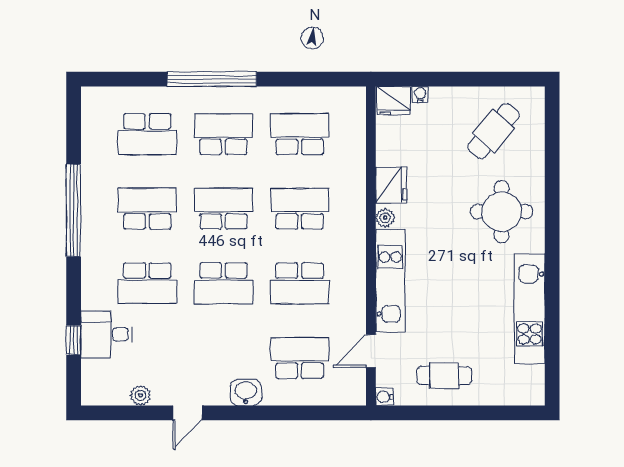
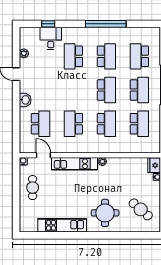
fridge: (391, 185) -> (117, 164), removed
school desk: (223, 283) -> (73, 90), removed

